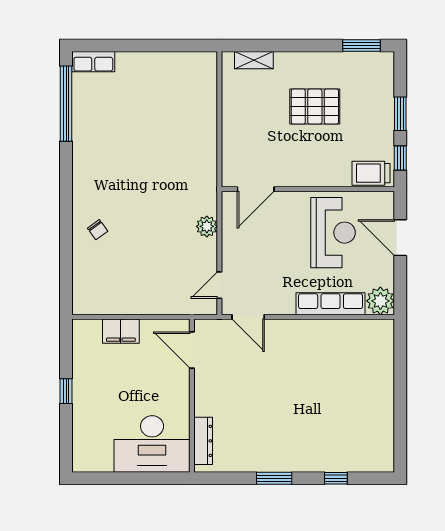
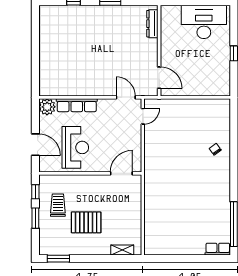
trolley: (371, 173) -> (58, 205), moved, turned -90
plant: (207, 226) -> (150, 151), removed
reception desk: (333, 233) -> (75, 147), turned 180
filing cabinet: (121, 331) -> (201, 89), removed
desk: (152, 444) -> (204, 22), moved

